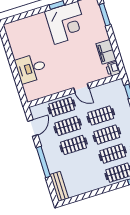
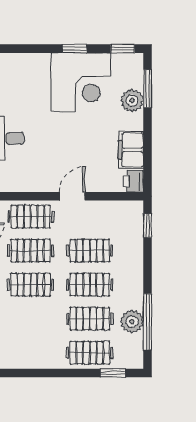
plant: (98, 24) -> (132, 101), added
door: (81, 88) -> (72, 196), swing flipped

